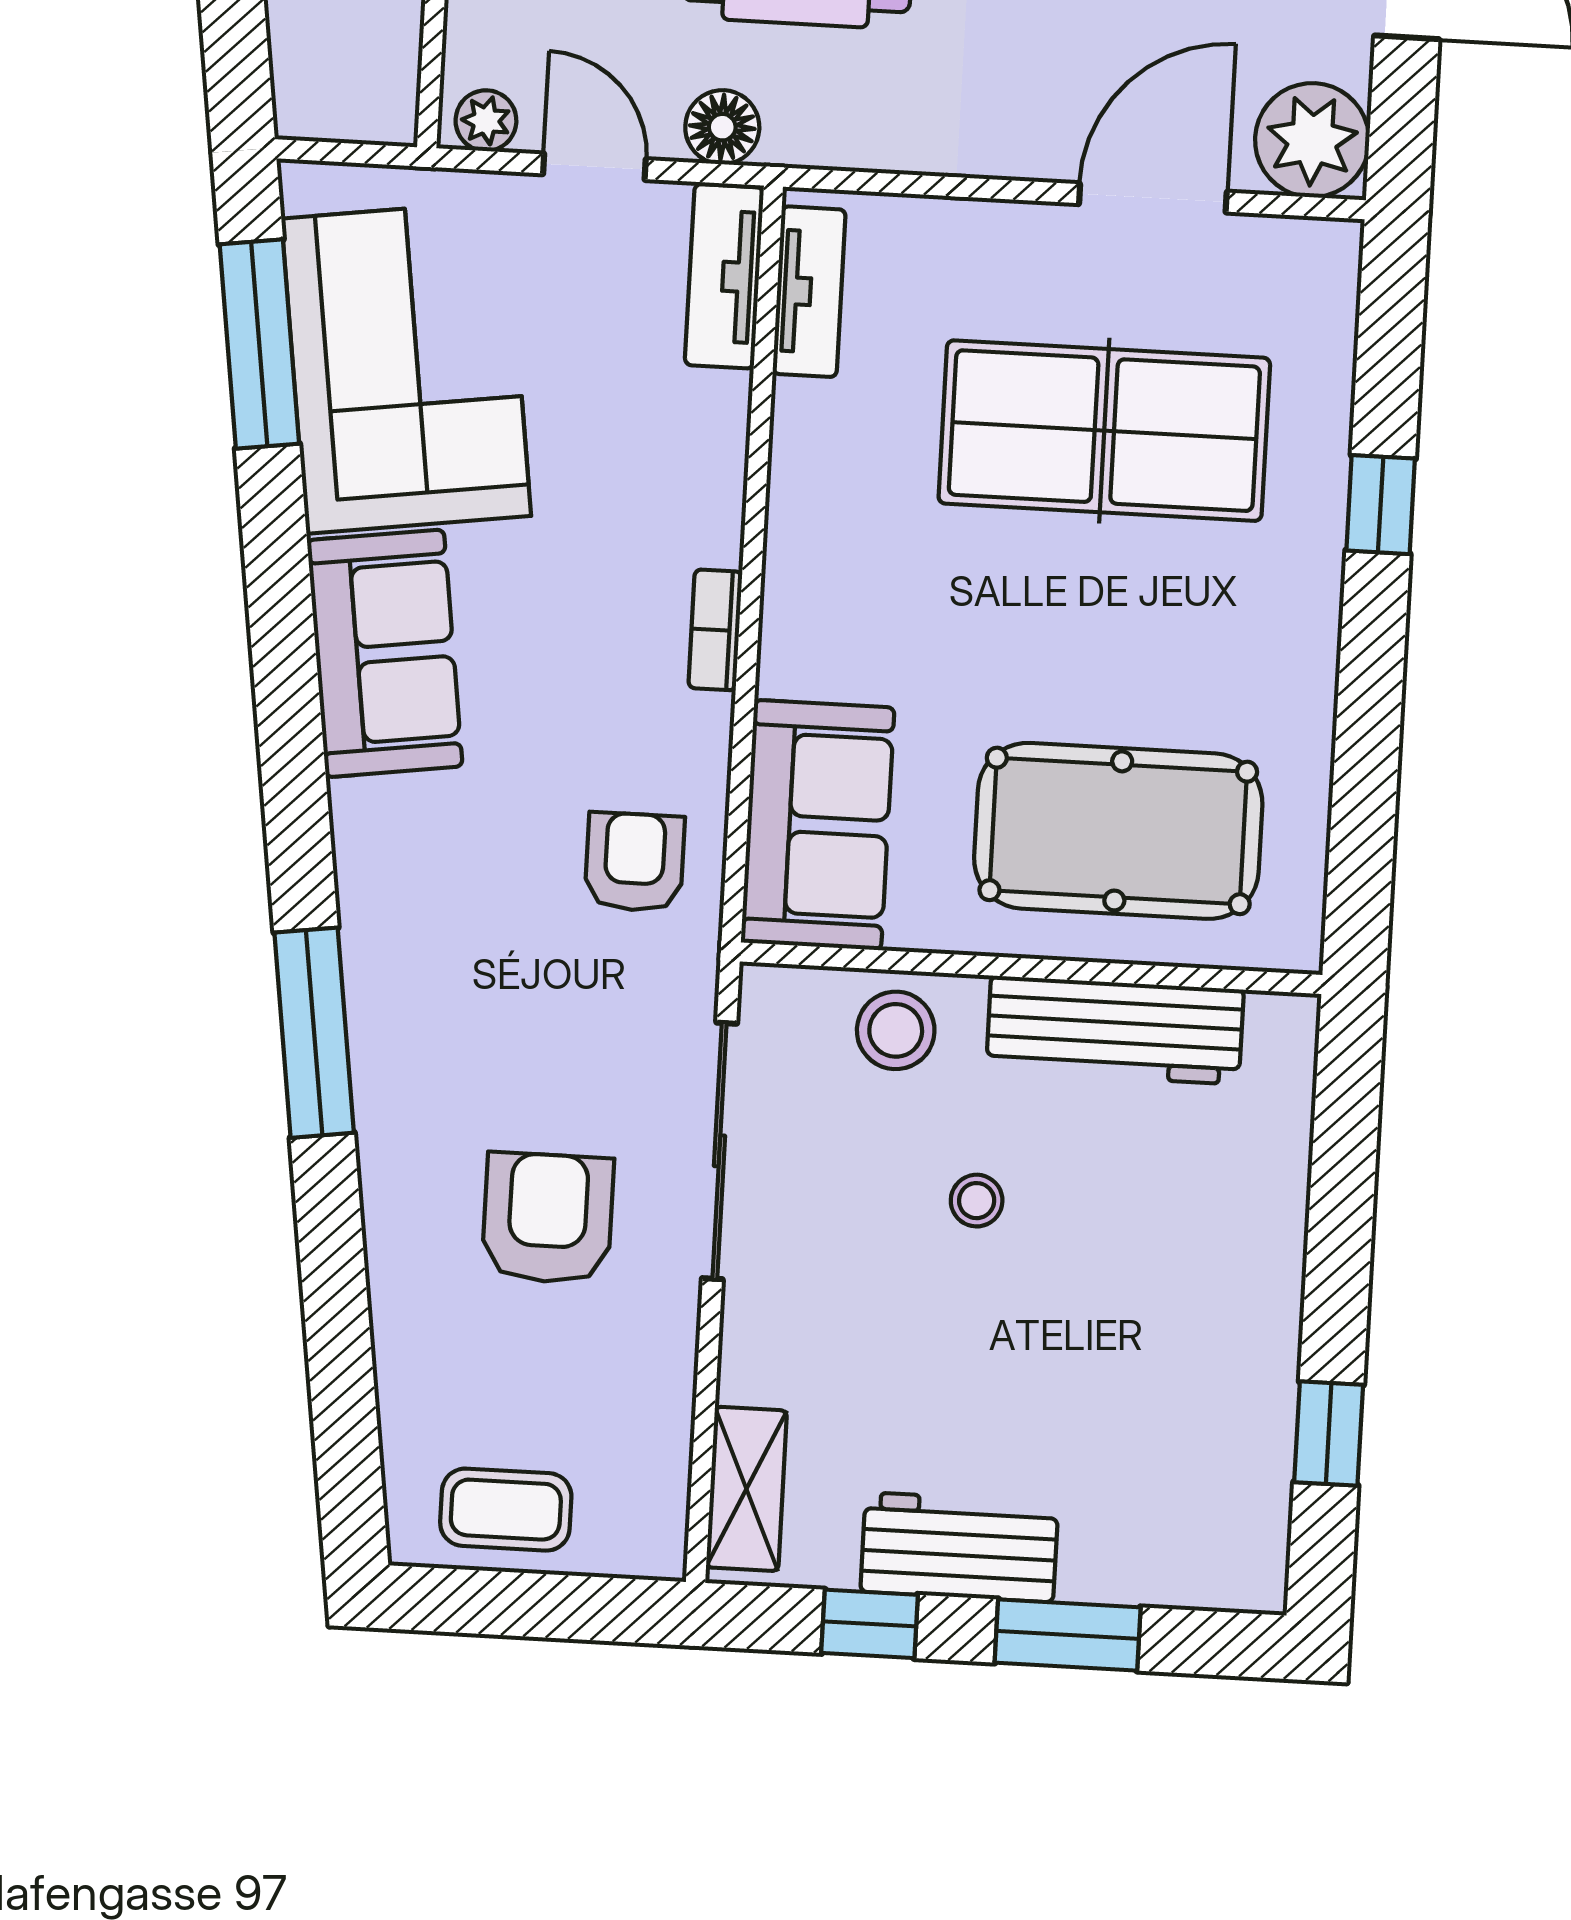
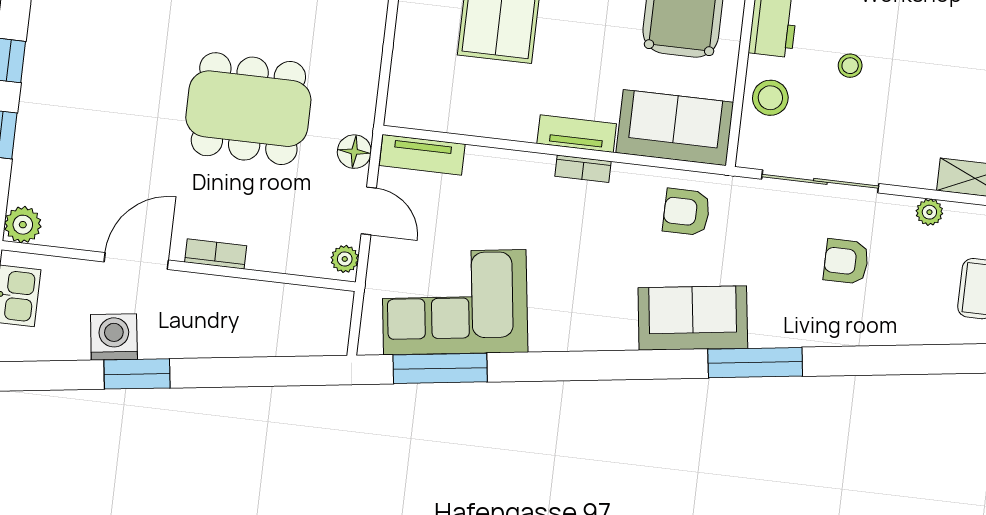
door: (594, 167) -> (369, 211), swing flipped
tv unit: (809, 292) -> (577, 134), moved
sofa: (385, 653) -> (693, 318), moved
armchair: (548, 1218) -> (846, 261), width x0.72, depth x0.72
plant: (667, 1394) -> (929, 212), added

